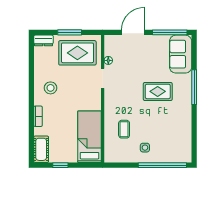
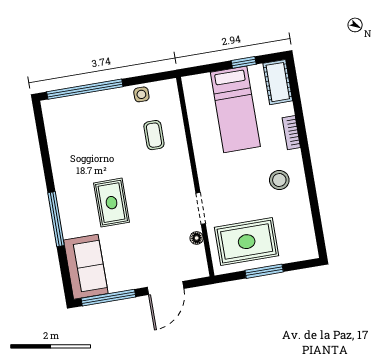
dresser: (43, 40) -> (303, 252), removed
rug: (158, 91) -> (112, 203), turned 90
bed: (90, 137) -> (235, 109), moved
side table: (145, 148) -> (141, 94), moved

